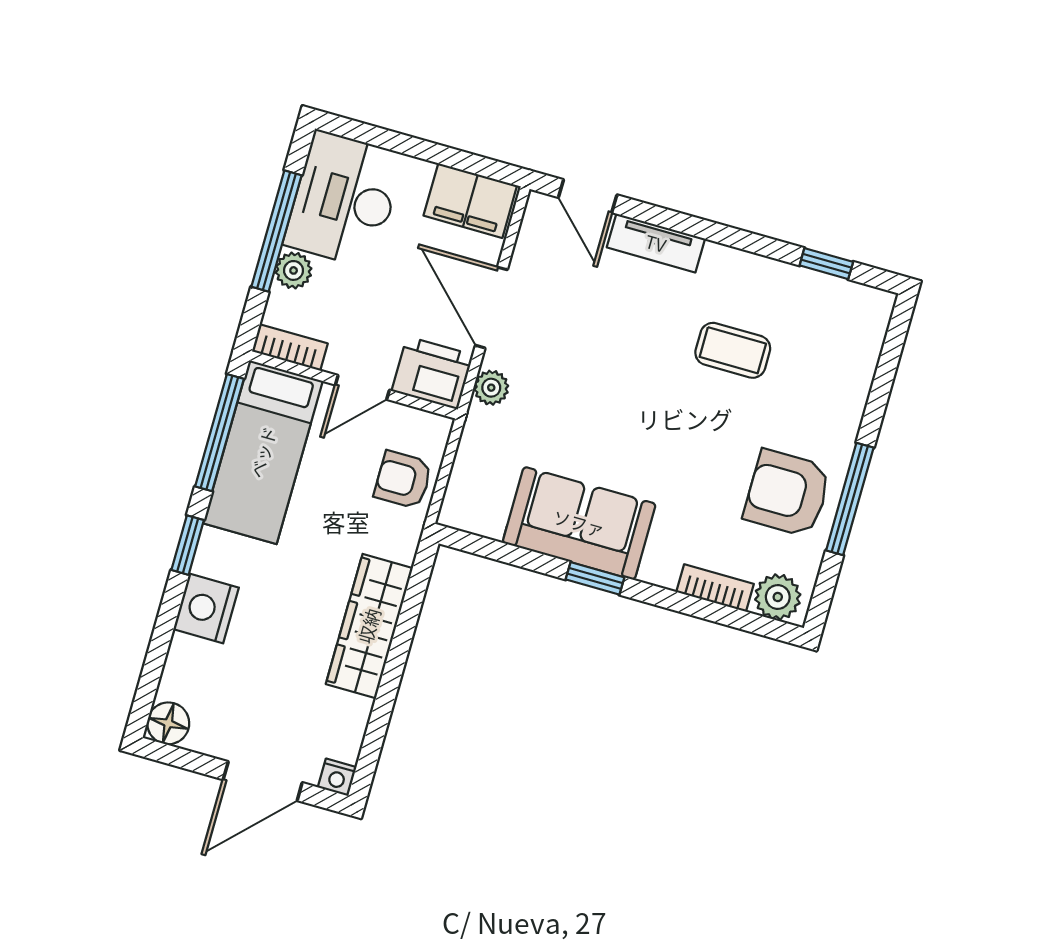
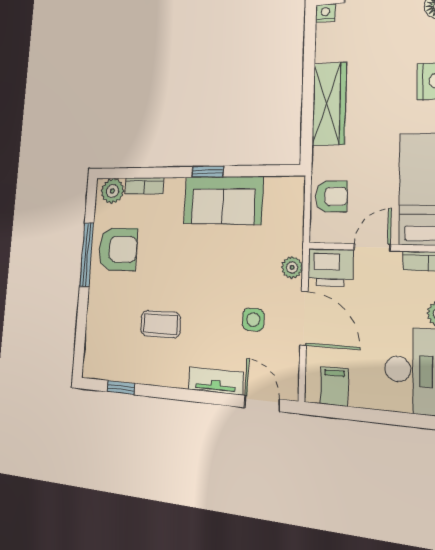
filing cabinet: (470, 201) -> (334, 386), width x0.50
side table: (572, 323) -> (253, 320), added

